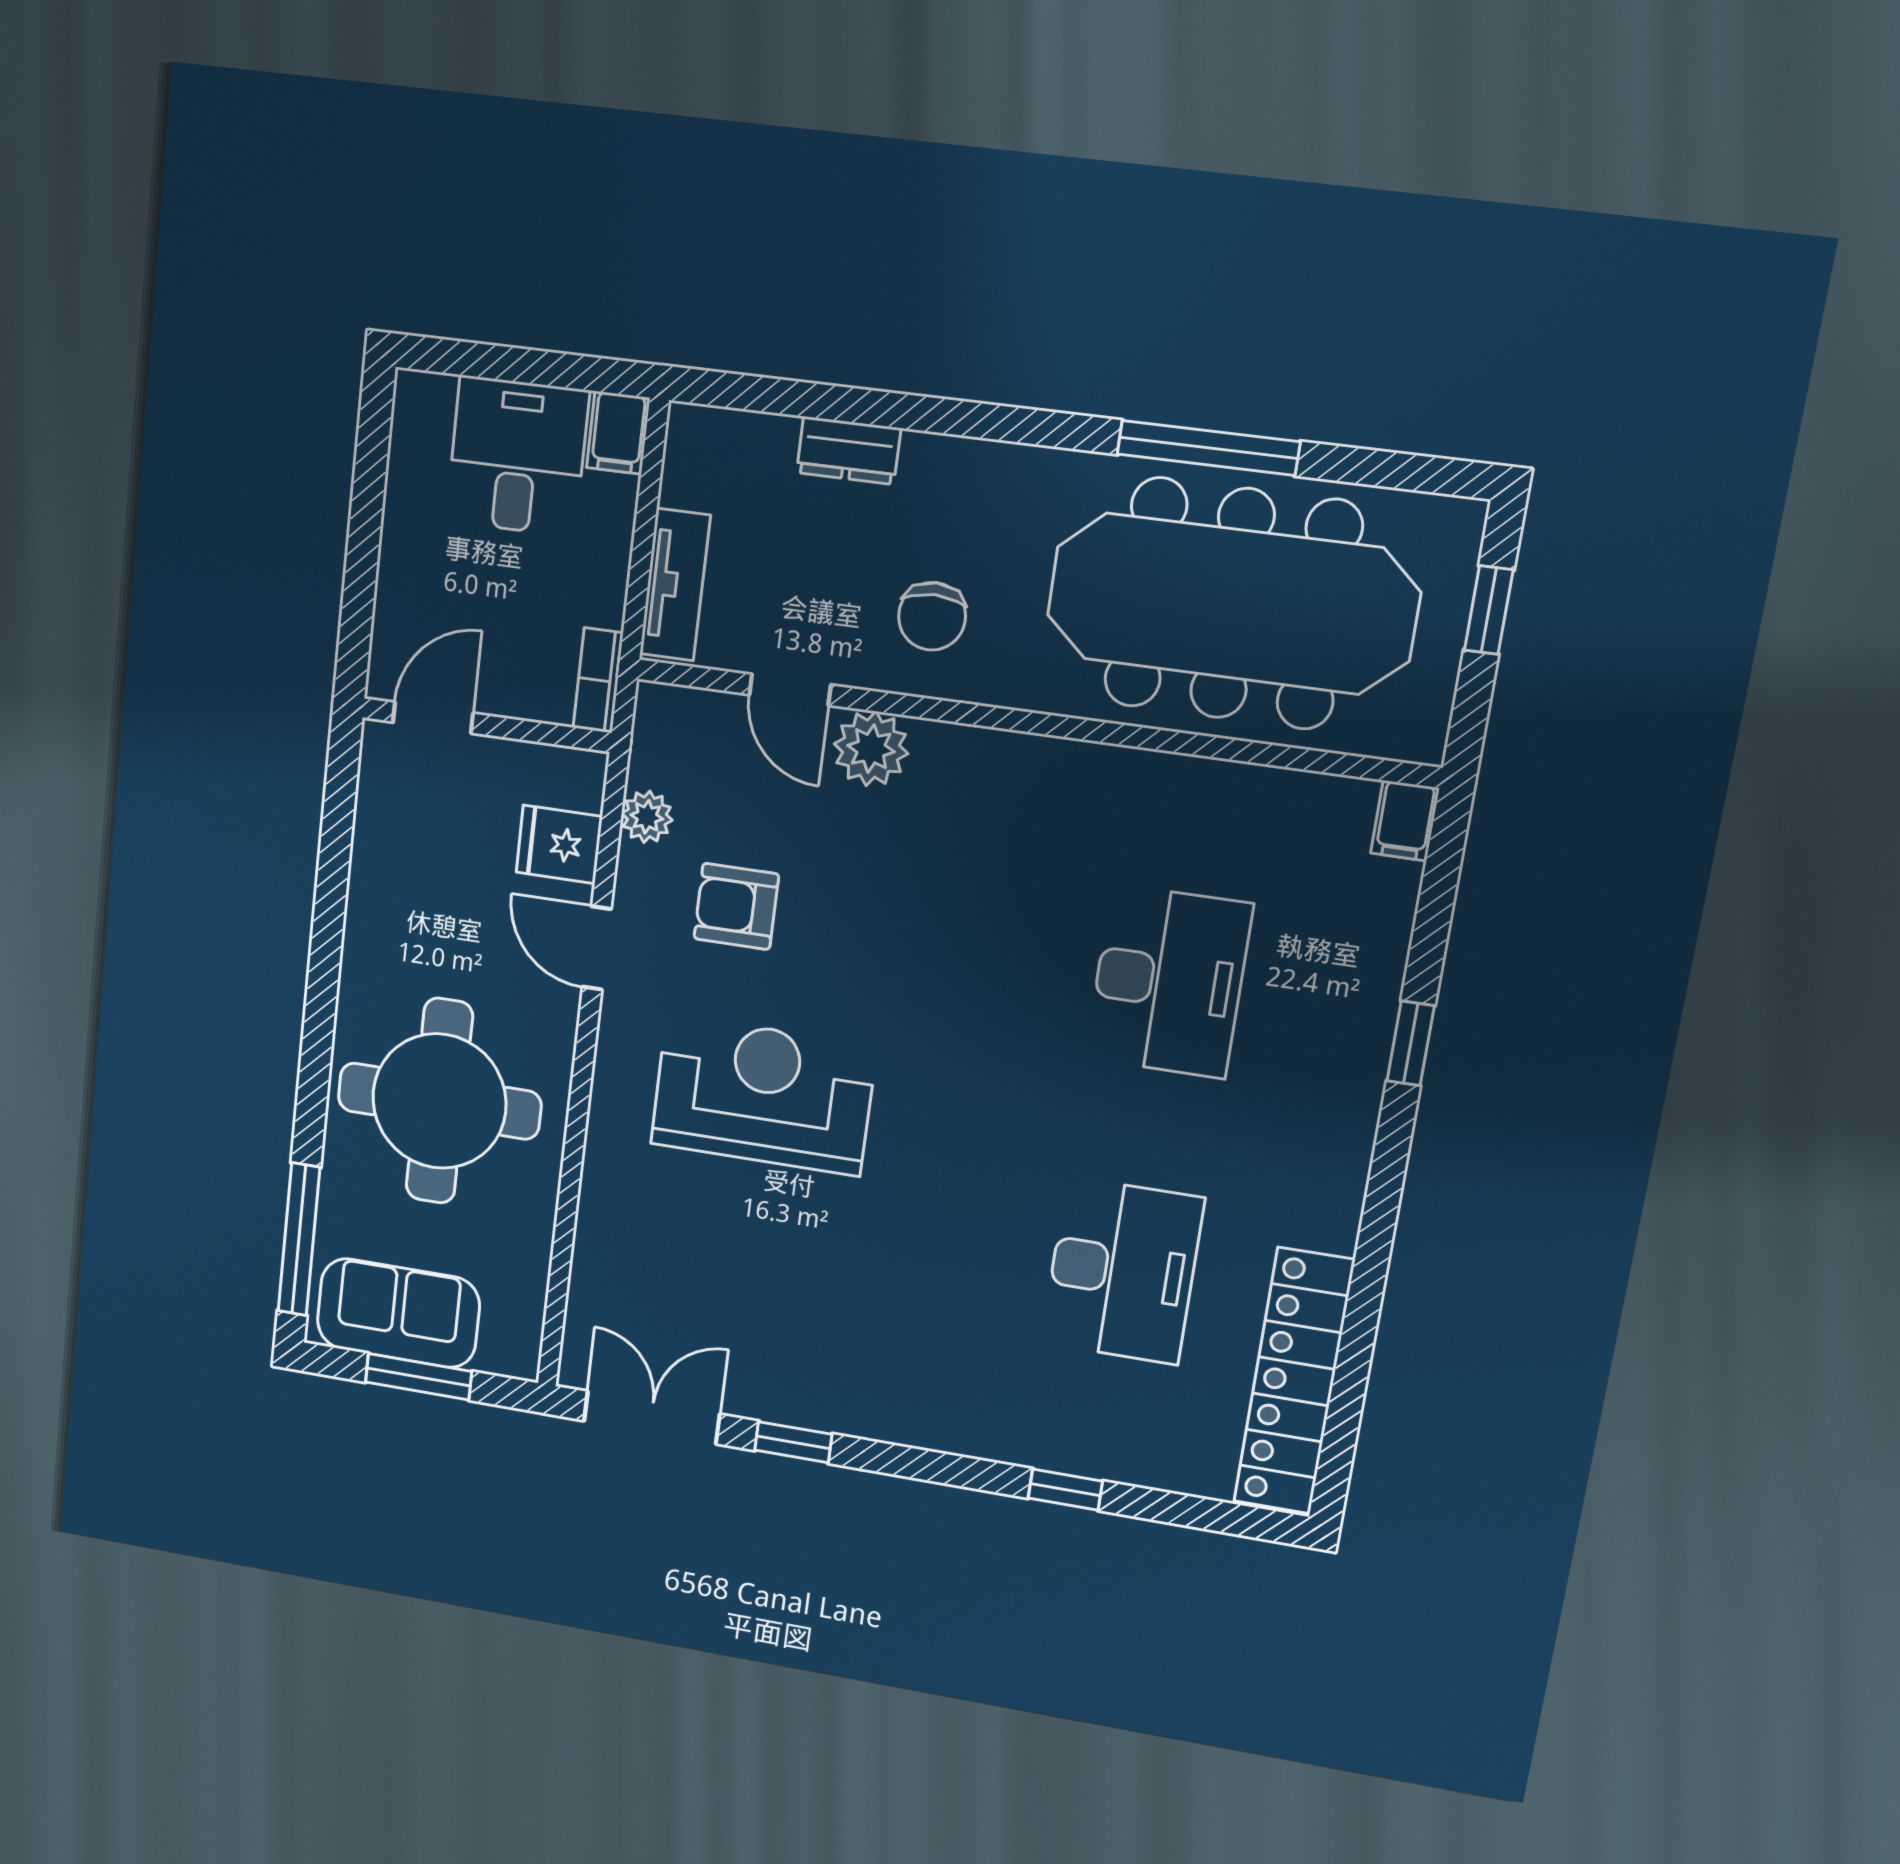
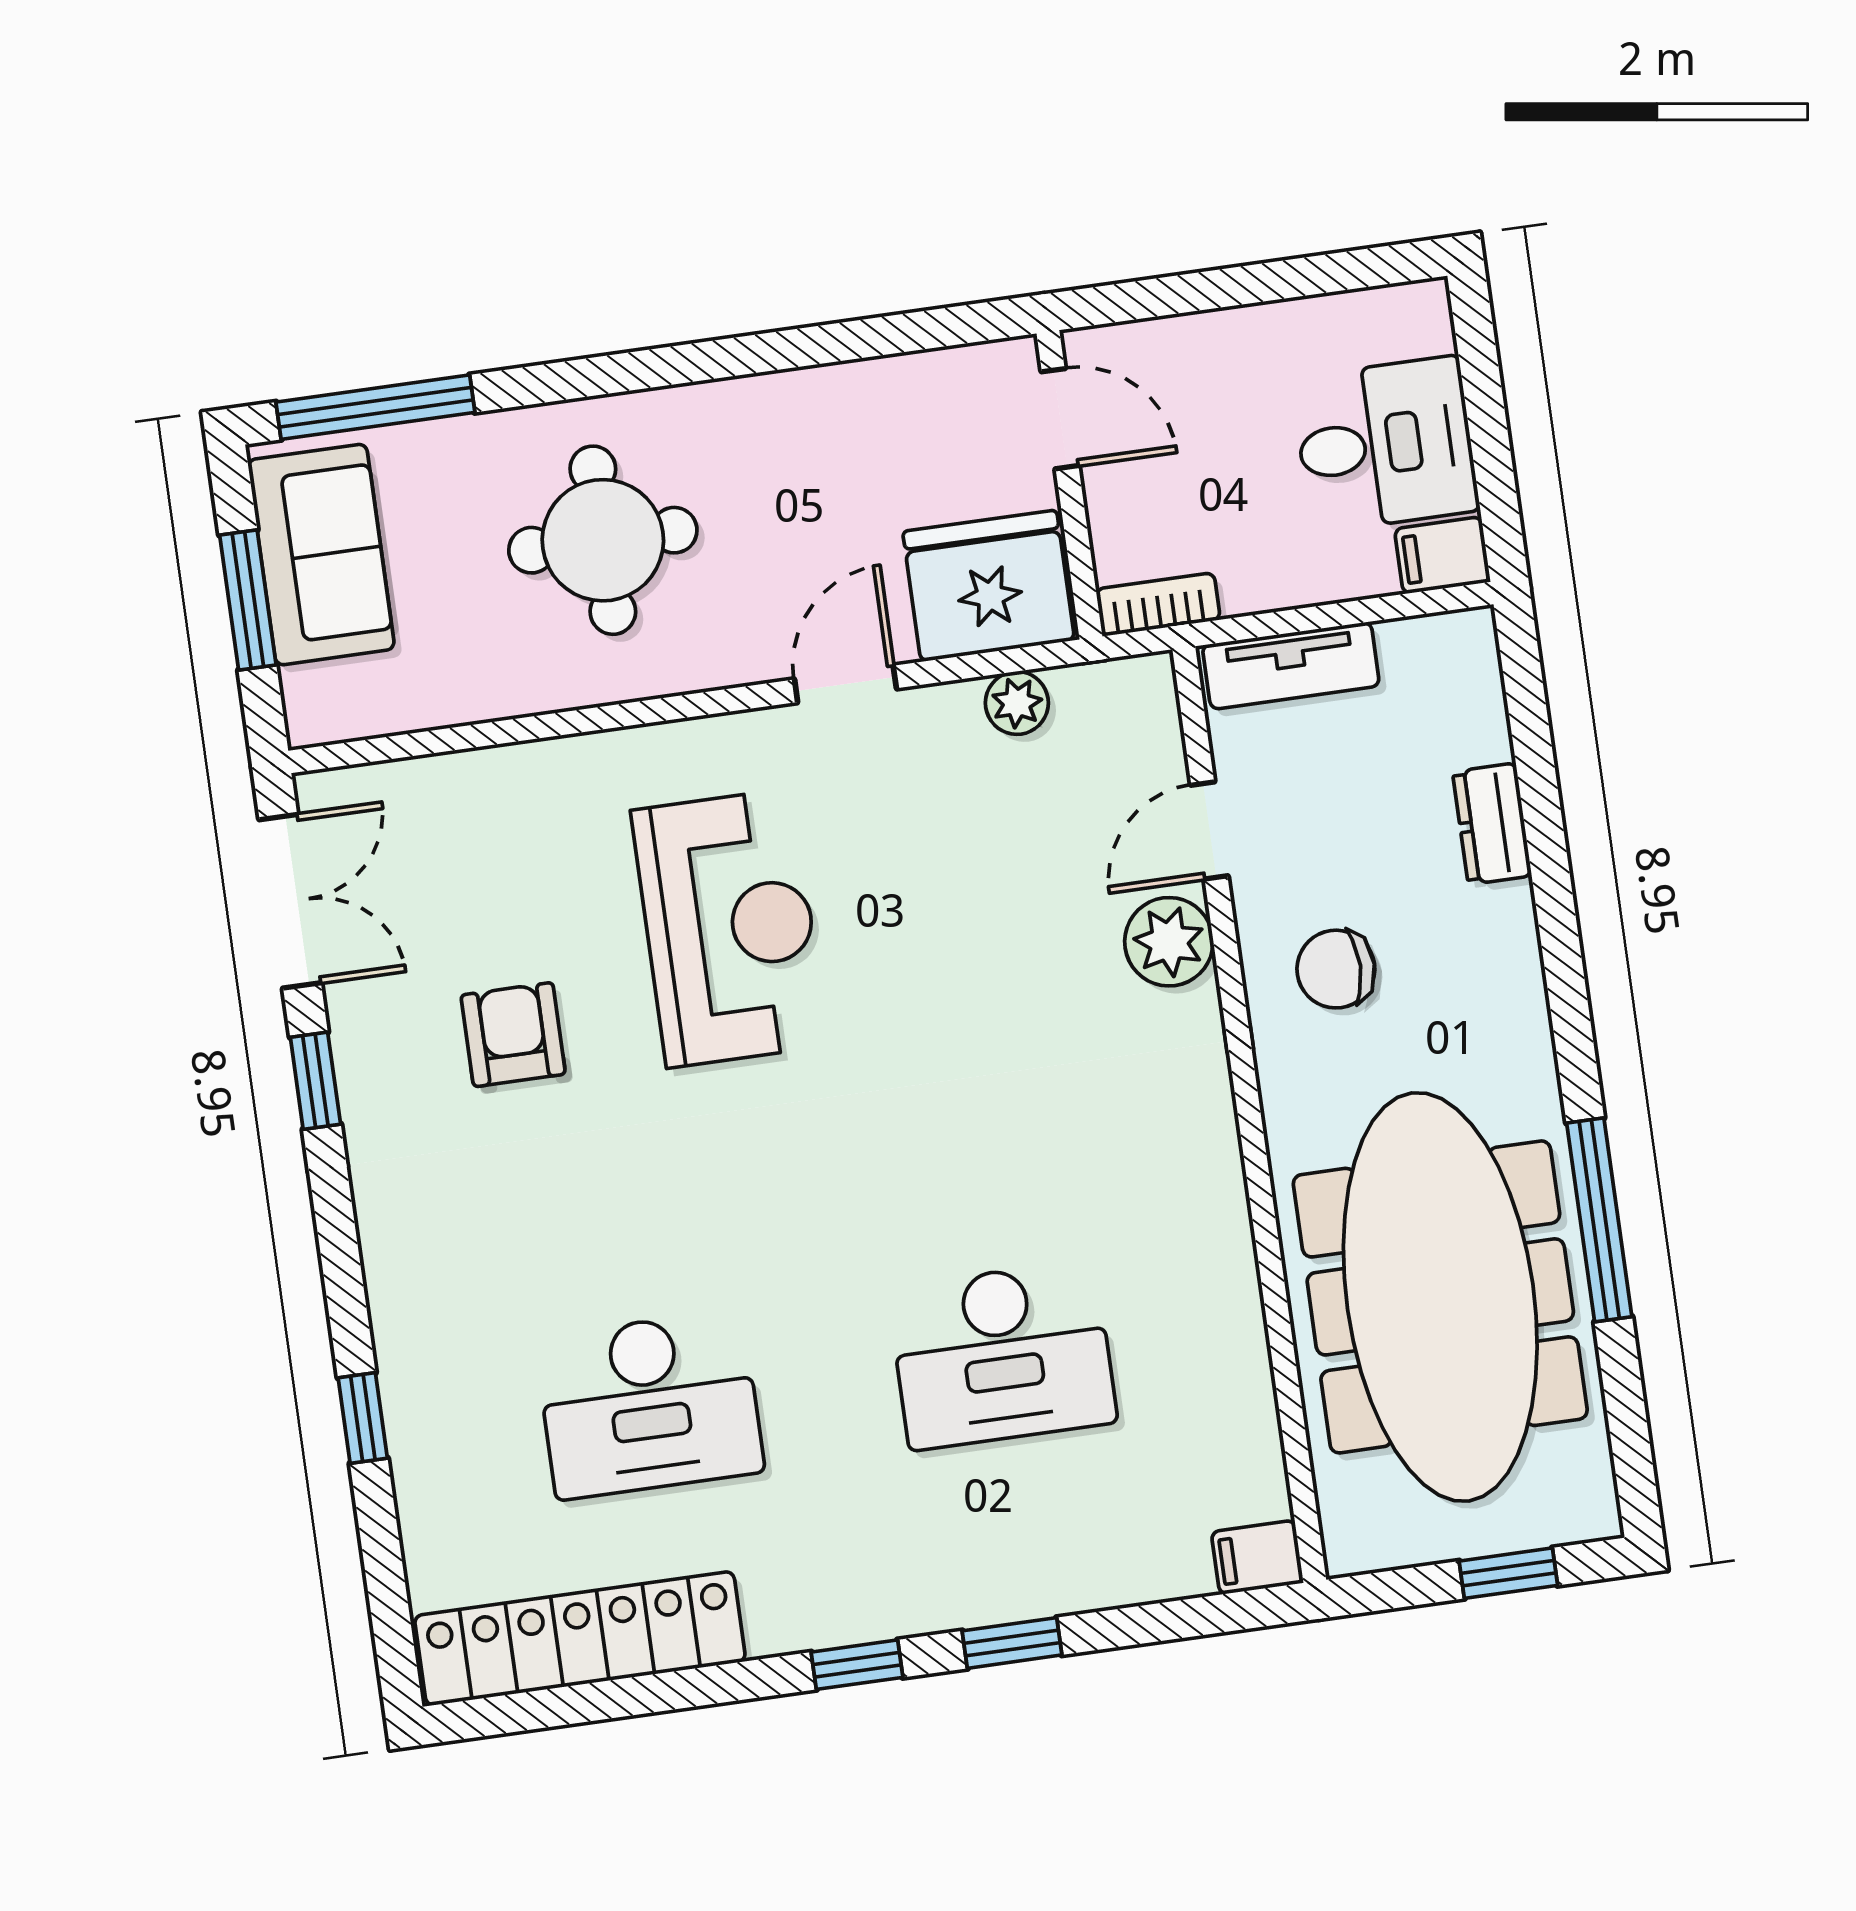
fridge: (559, 844) -> (989, 586), width x1.88, depth x1.34
armchair: (736, 906) -> (513, 1035), moved
round table: (439, 1101) -> (603, 540), width x0.73, depth x0.73
window: (1387, 1173) -> (857, 1665), added

